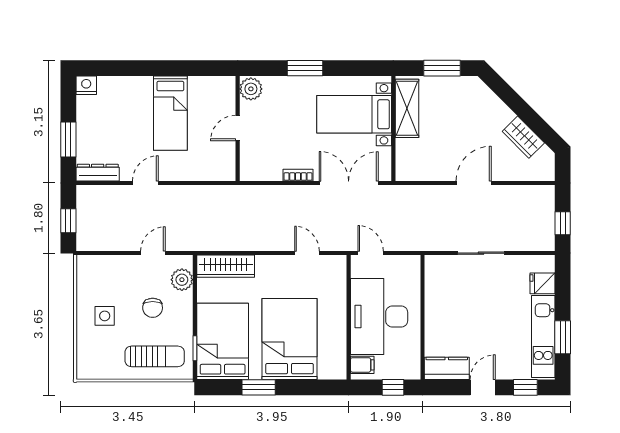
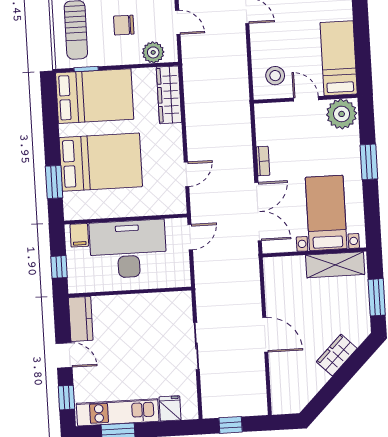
plant: (251, 89) -> (342, 114), width x1.36, depth x1.36
bed: (170, 113) -> (339, 58), moved, turned 90
wardrobe: (523, 137) -> (337, 355), moved
stool: (212, 158) -> (275, 76), added
window: (259, 387) -> (54, 182), moved

